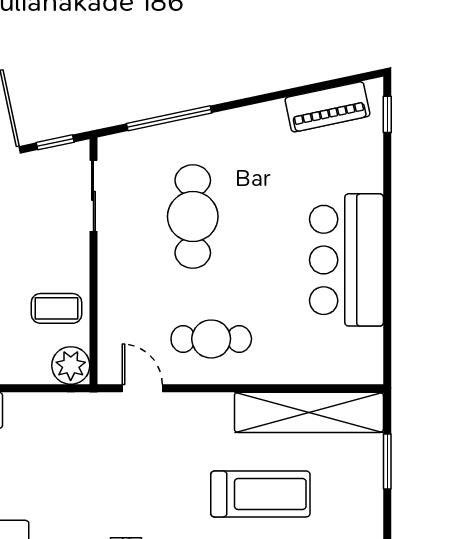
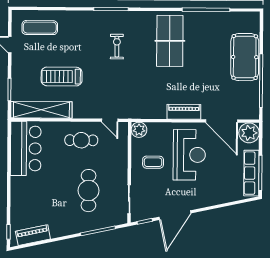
bar counter: (346, 260) -> (26, 148), moved
coffee table: (57, 308) -> (153, 162), moved

